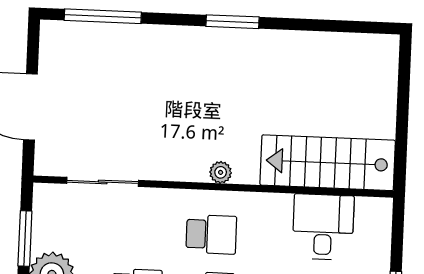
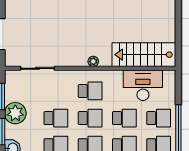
desk: (323, 227) -> (143, 85), width x1.37

